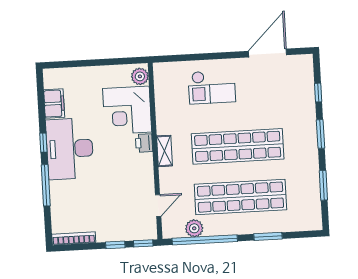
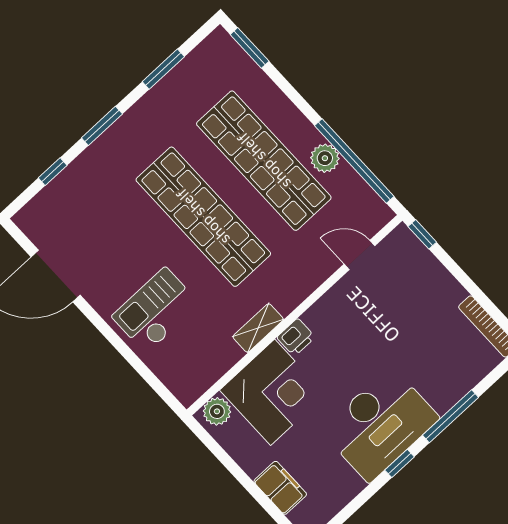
checkout: (212, 87) -> (156, 310), turned -90
filing cabinet: (54, 104) -> (280, 488), moved, turned 90
shelving: (165, 151) -> (258, 328), moved
plant: (194, 228) -> (325, 158), moved
window: (268, 236) -> (250, 48), moved
window: (115, 245) -> (453, 268), removed

